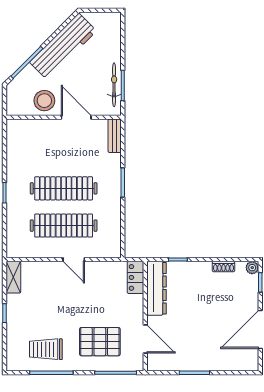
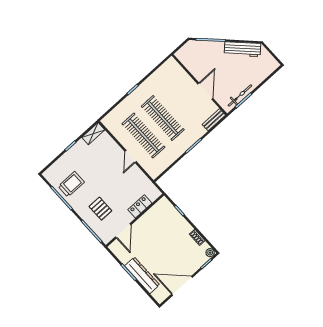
workbench: (63, 46) -> (242, 49), width x0.73, depth x0.76
stool: (44, 101) -> (199, 67), removed
locker: (136, 277) -> (140, 206), moved
dresser: (157, 288) -> (142, 275), moved, turned -90
pallet: (100, 342) -> (100, 209), width x0.67, depth x0.71
trolley: (46, 349) -> (71, 184), turned 90

